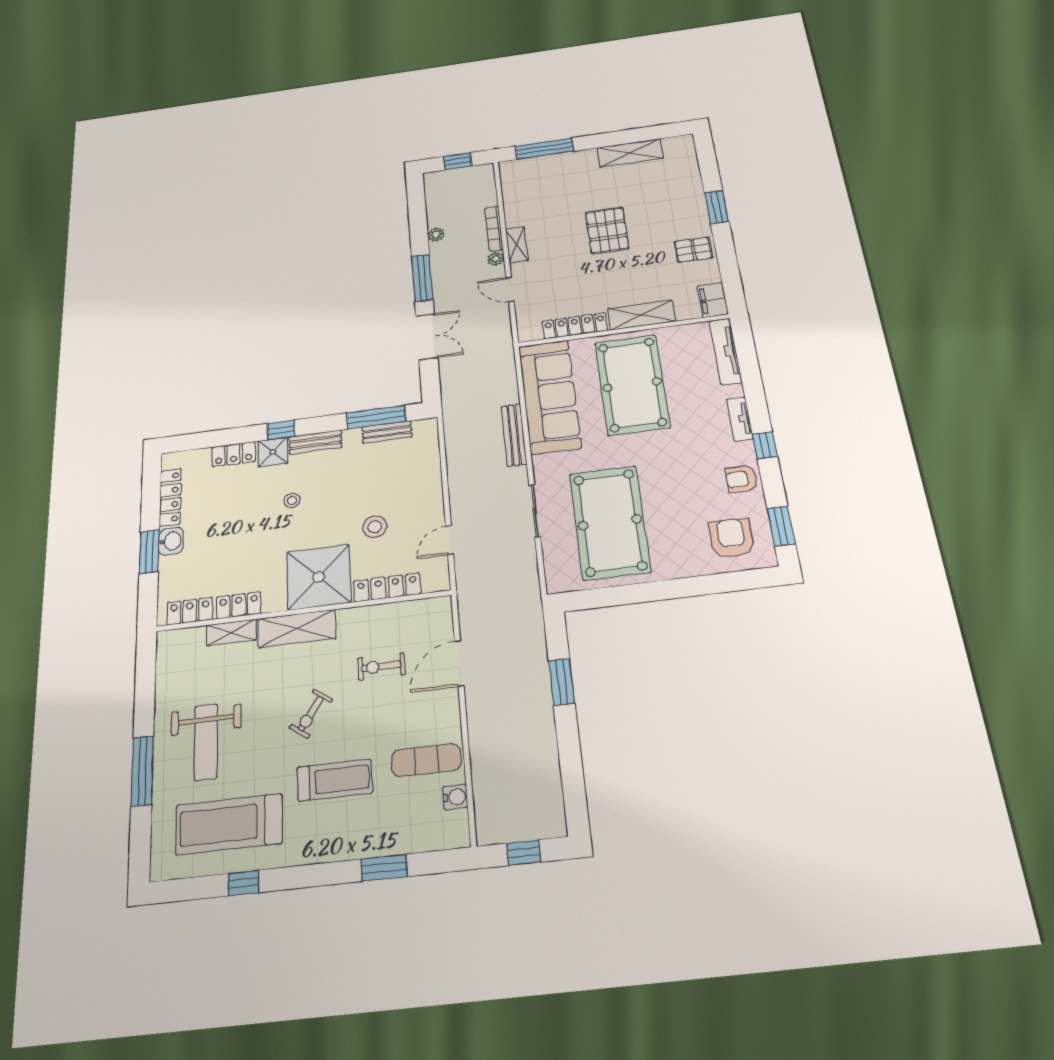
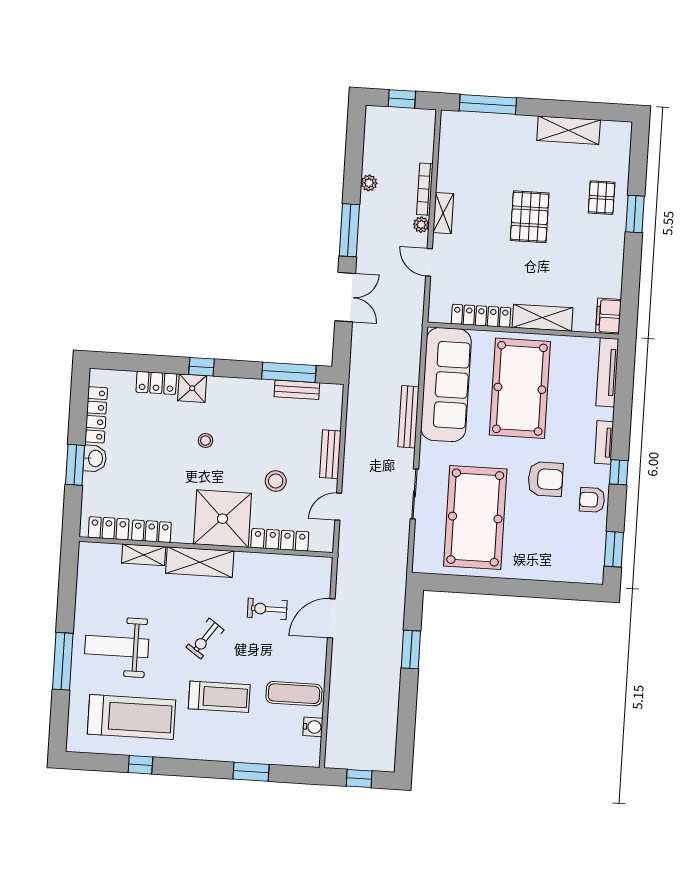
pallet: (693, 250) -> (602, 198), moved, turned 90
bench: (315, 442) -> (330, 454), moved, turned 90
armchair: (731, 538) -> (545, 479), moved, turned 90
weight bench: (206, 742) -> (117, 646), turned 90
treadmill: (229, 824) -> (132, 717), turned 180

